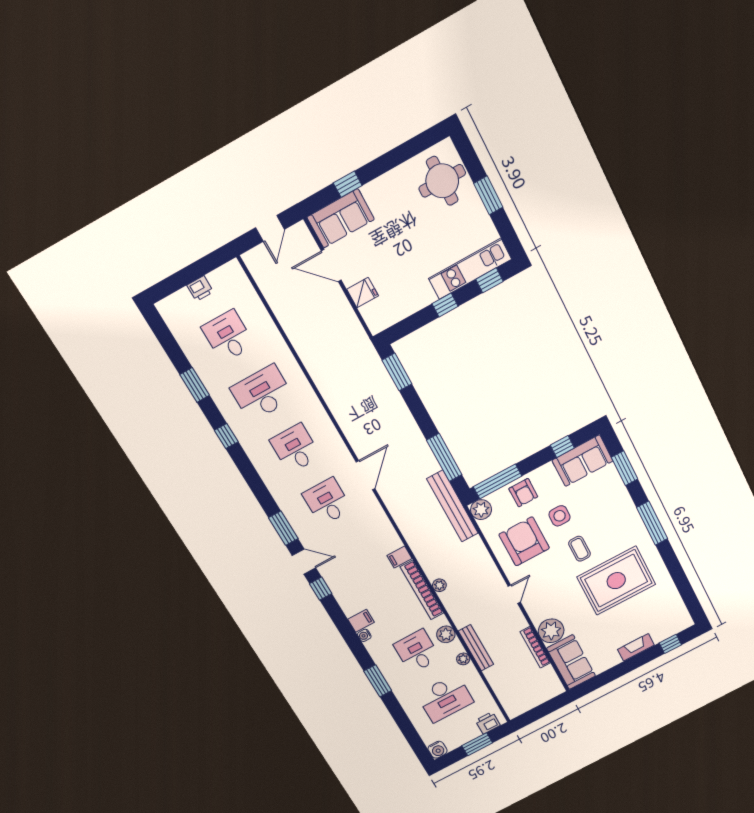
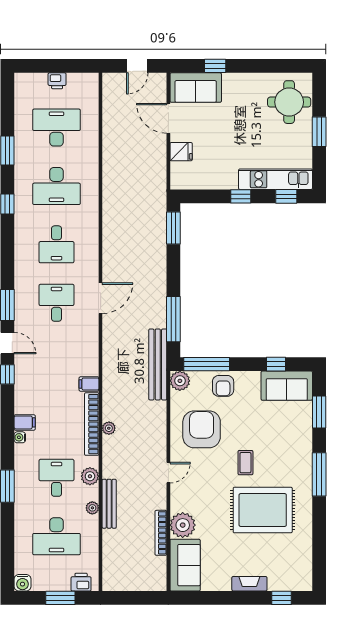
desk: (228, 336) -> (56, 128), width x1.37
desk: (262, 393) -> (56, 186), turned 180
desk: (295, 448) -> (56, 244), turned 180
side table: (560, 516) -> (243, 423), removed

